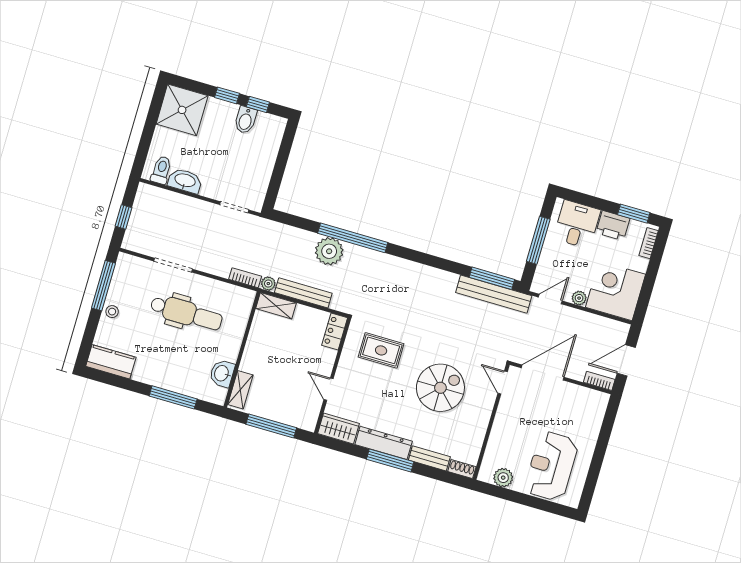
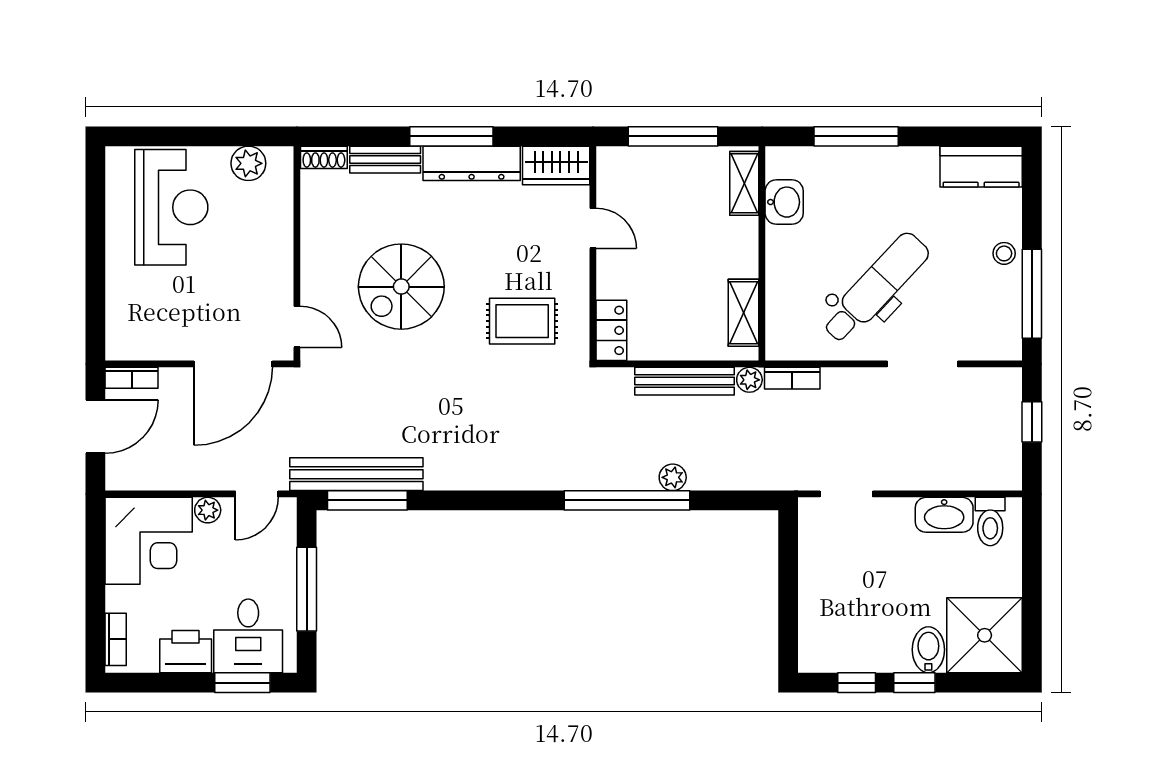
bidet: (246, 120) -> (928, 650), moved
window: (634, 214) -> (242, 683), moved
plant: (329, 251) -> (673, 477), width x0.53, depth x0.53
shelving: (276, 306) -> (744, 313), moved, turned 90
dental chair: (186, 313) -> (876, 288), turned 133

